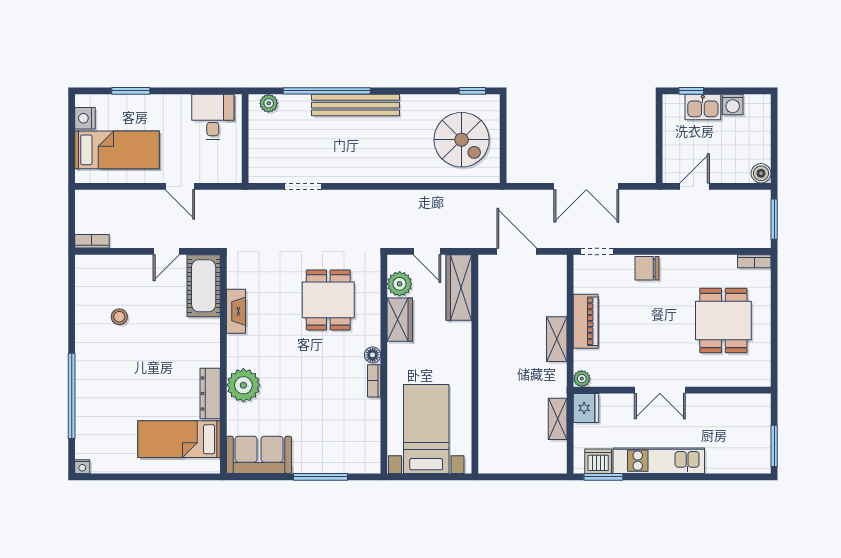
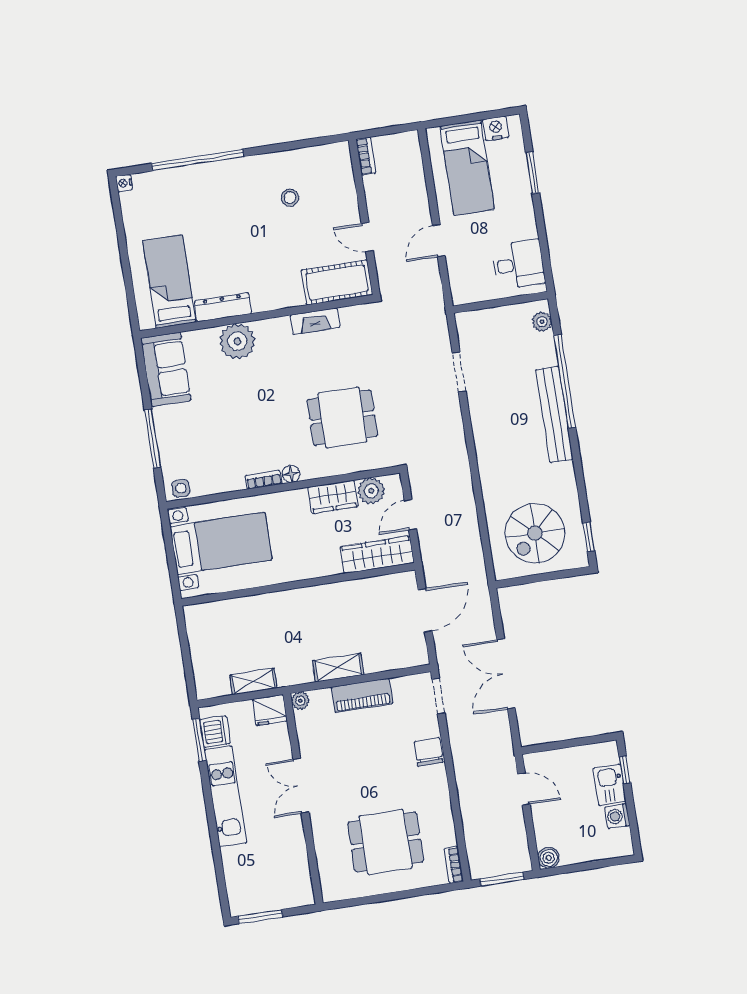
side table: (370, 458) -> (181, 488), added

